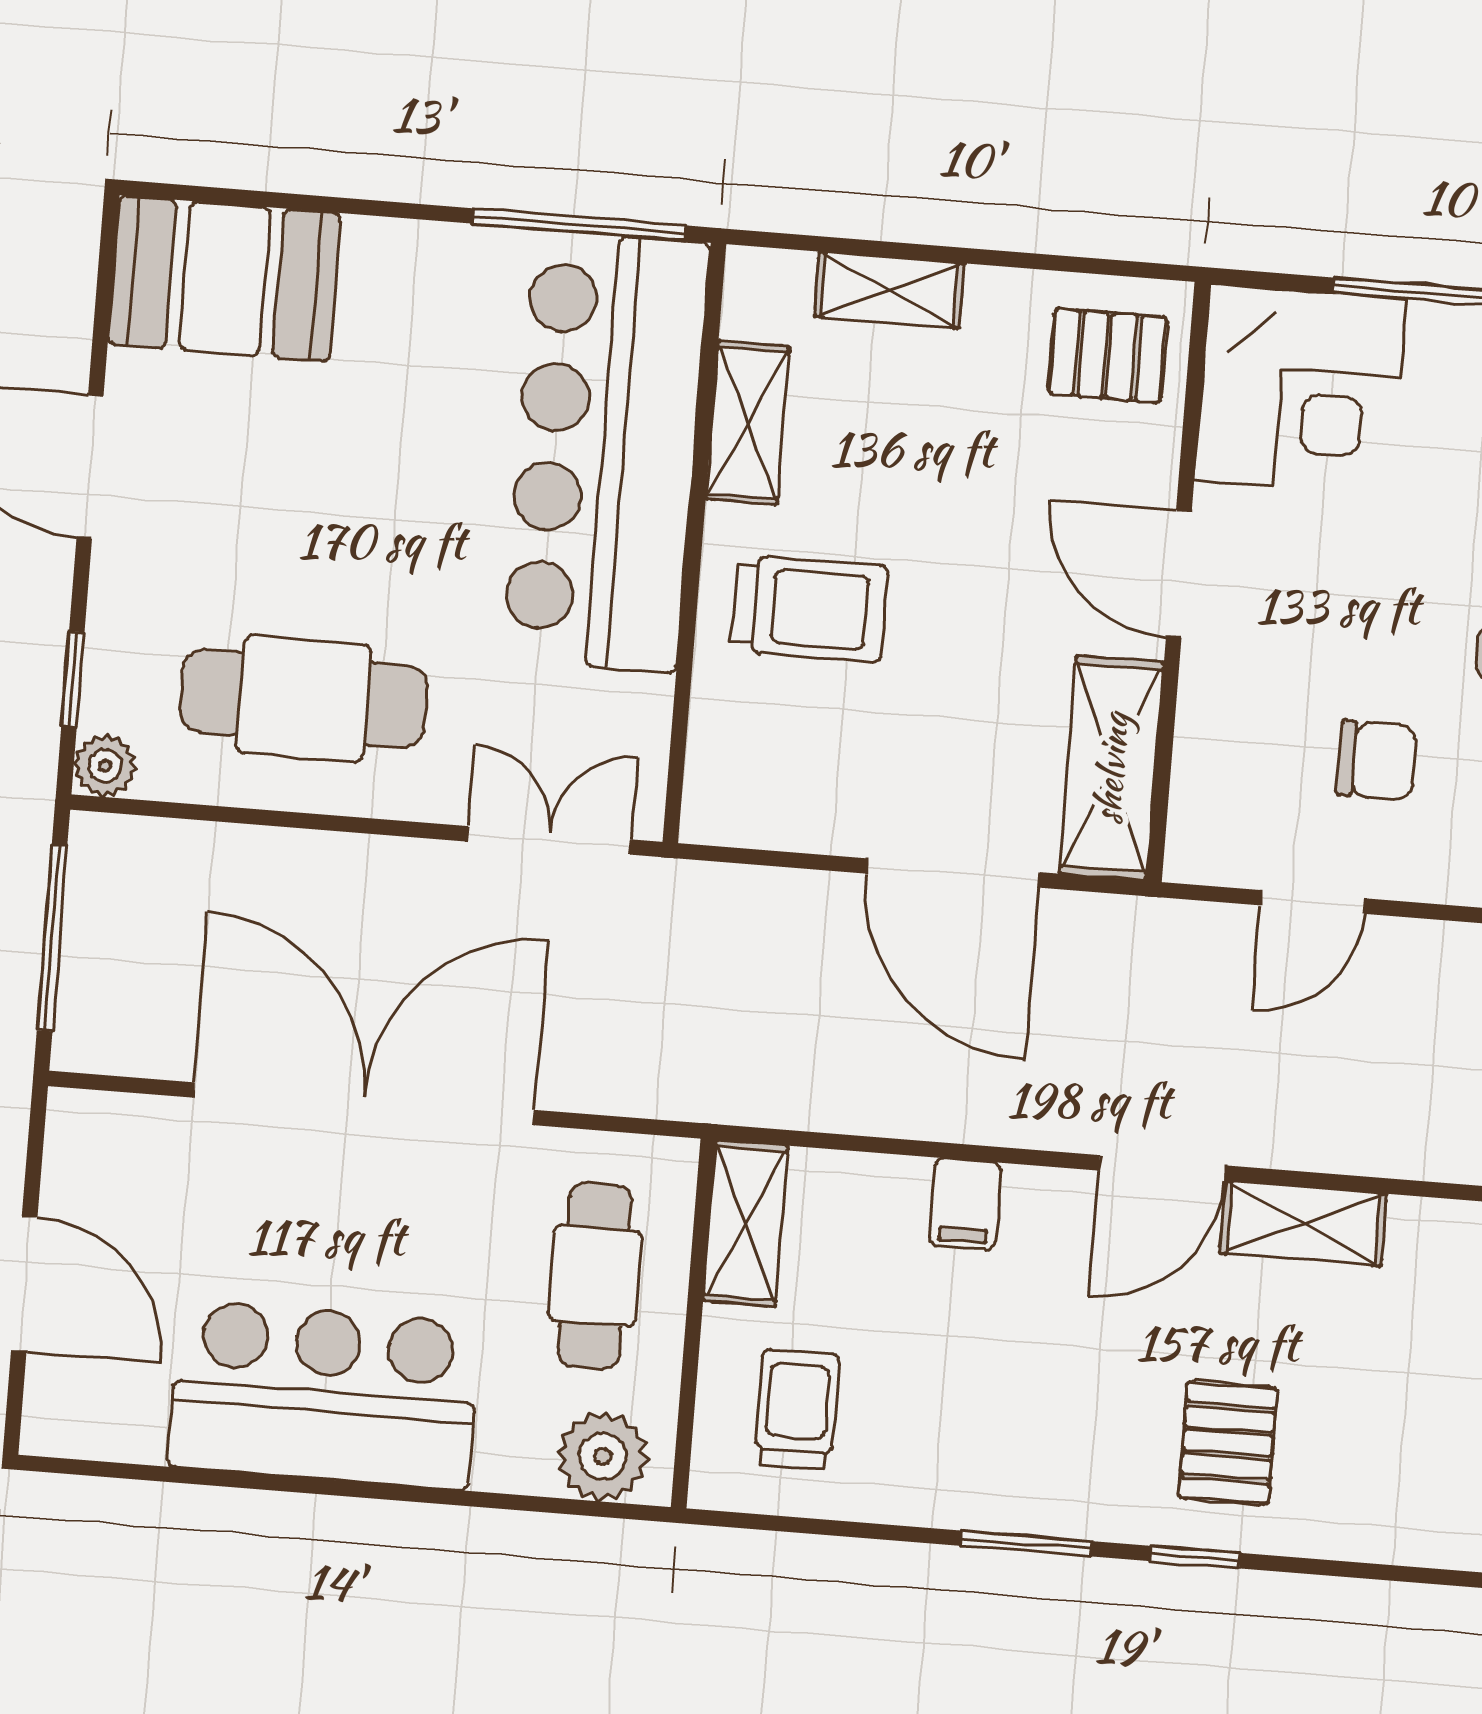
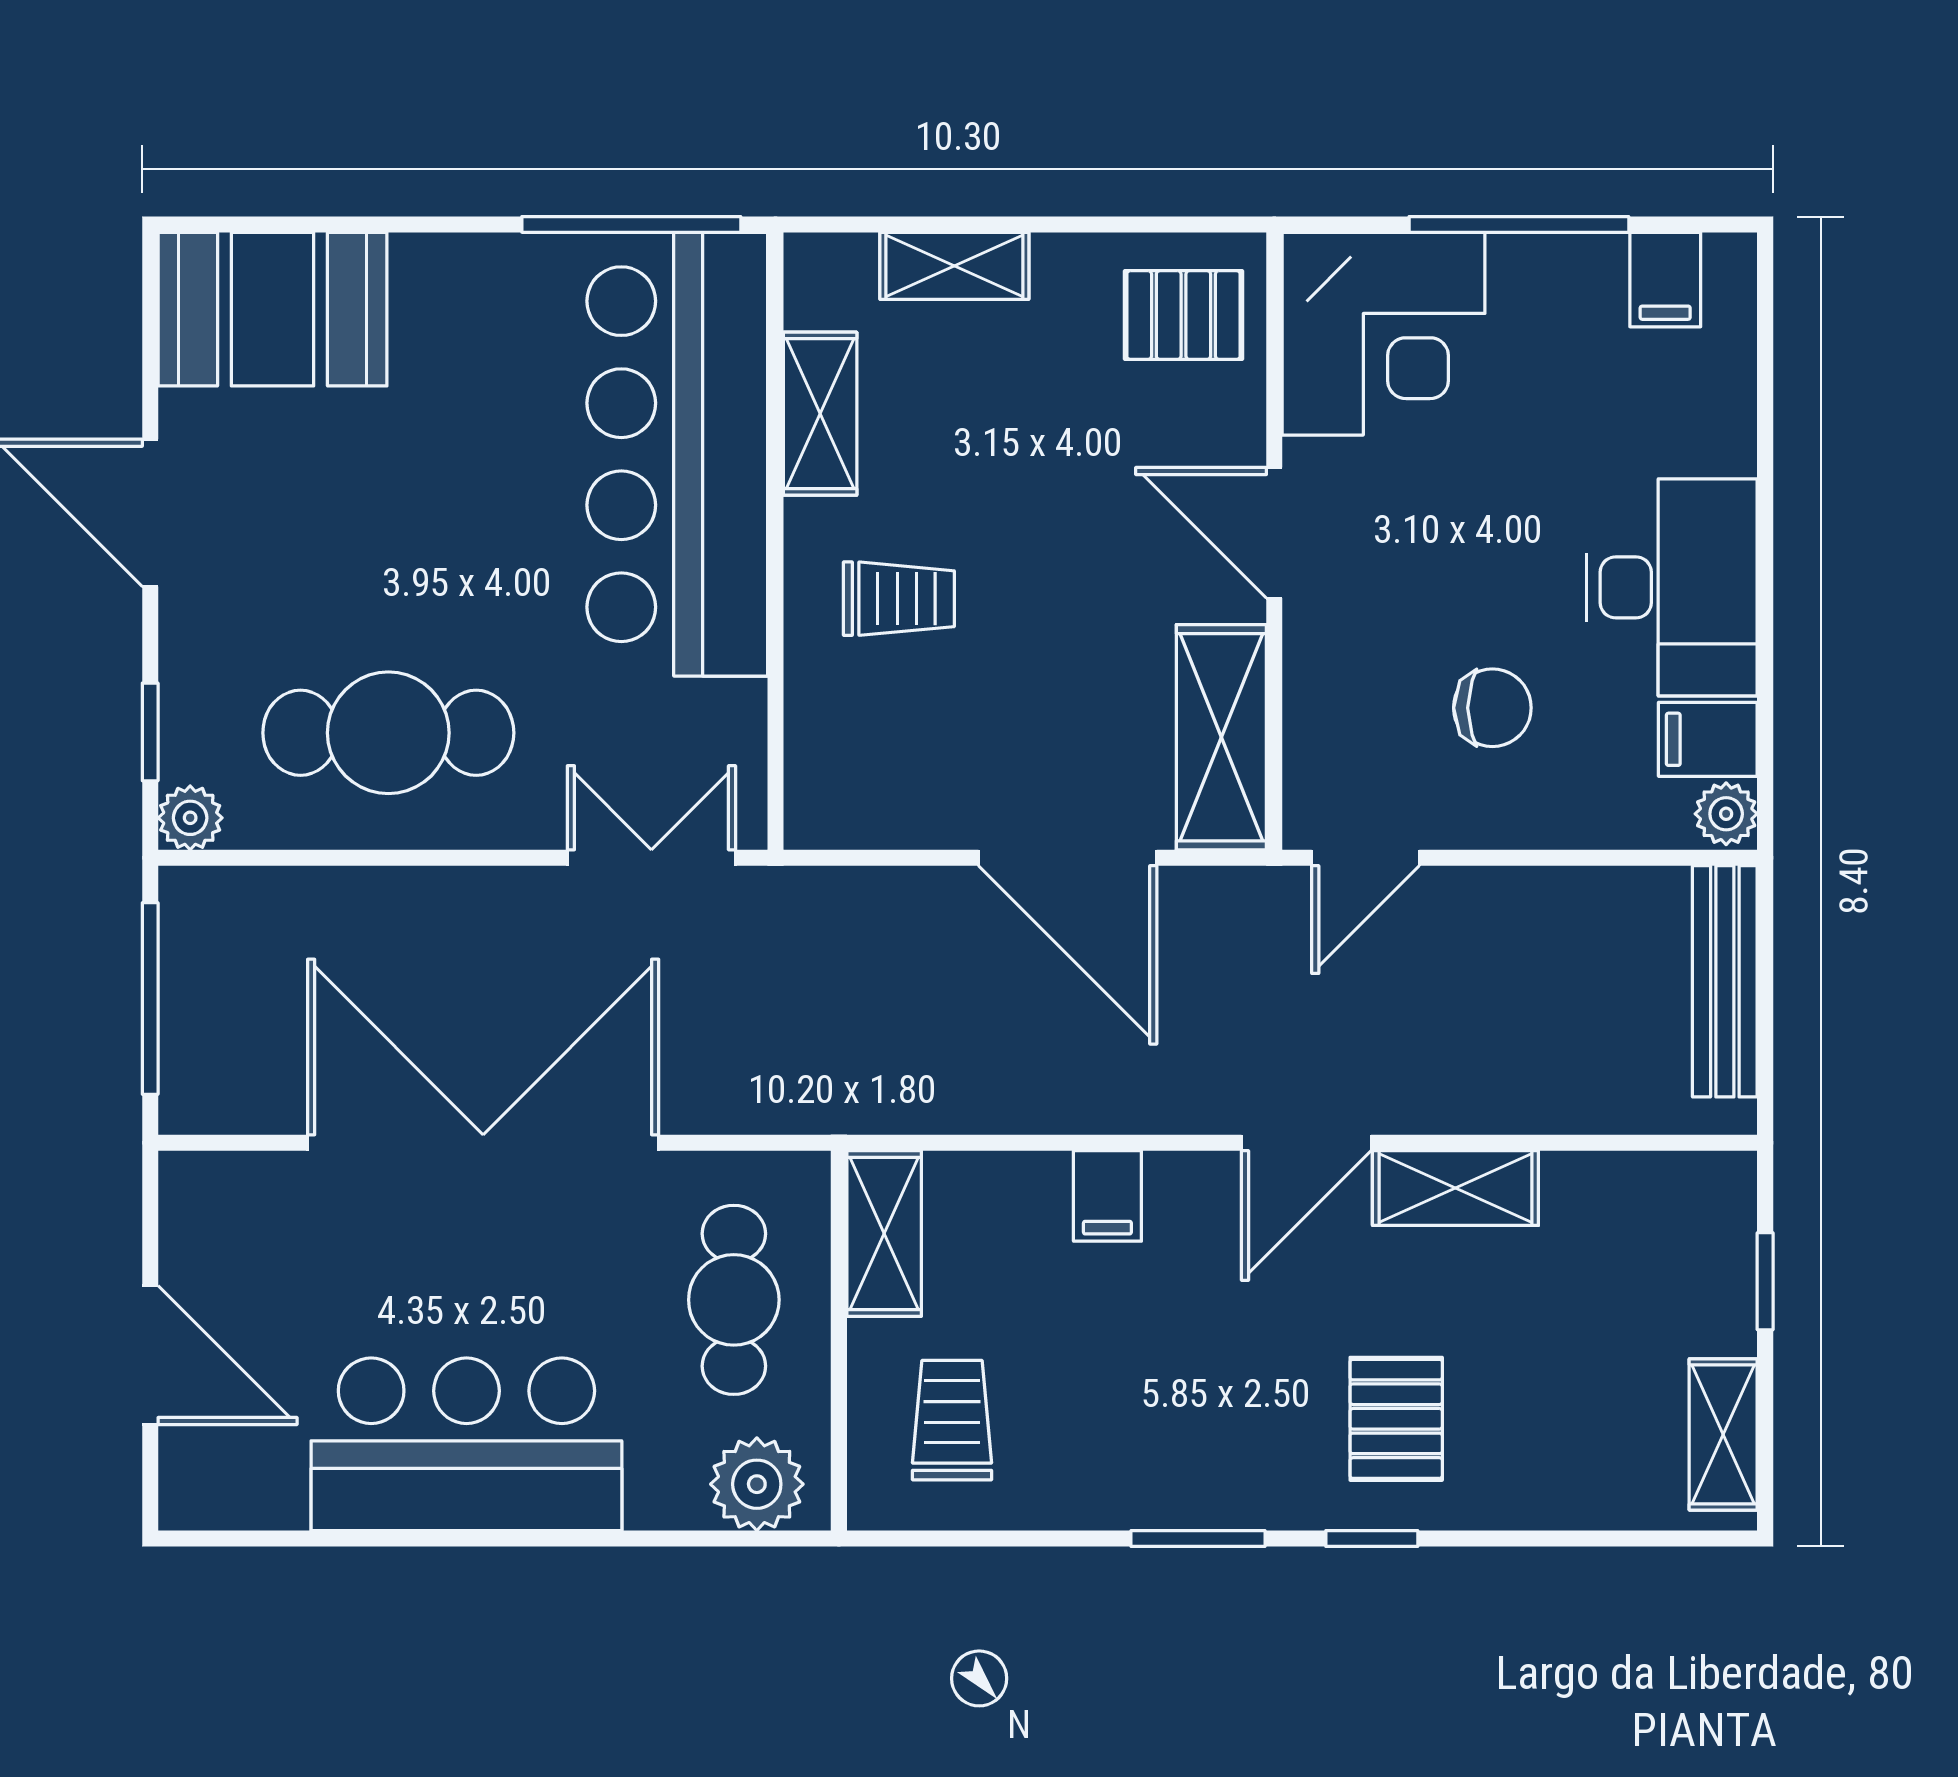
trolley: (809, 608) -> (899, 599), width x0.73, depth x0.72
door: (1313, 902) -> (1366, 858), moved

